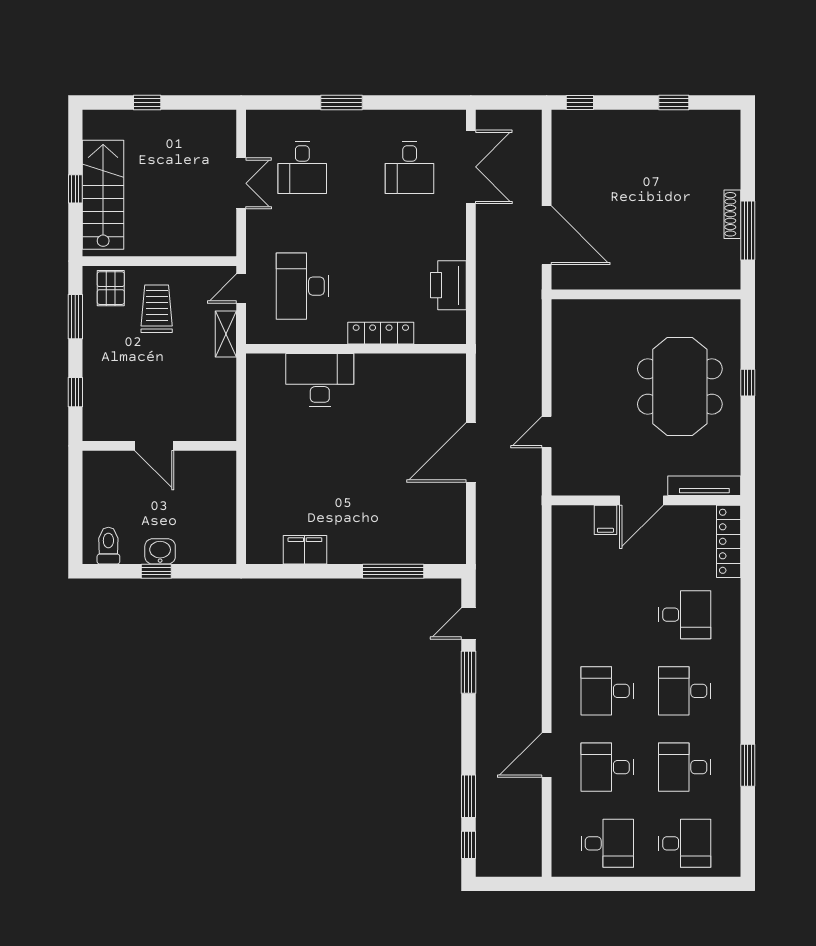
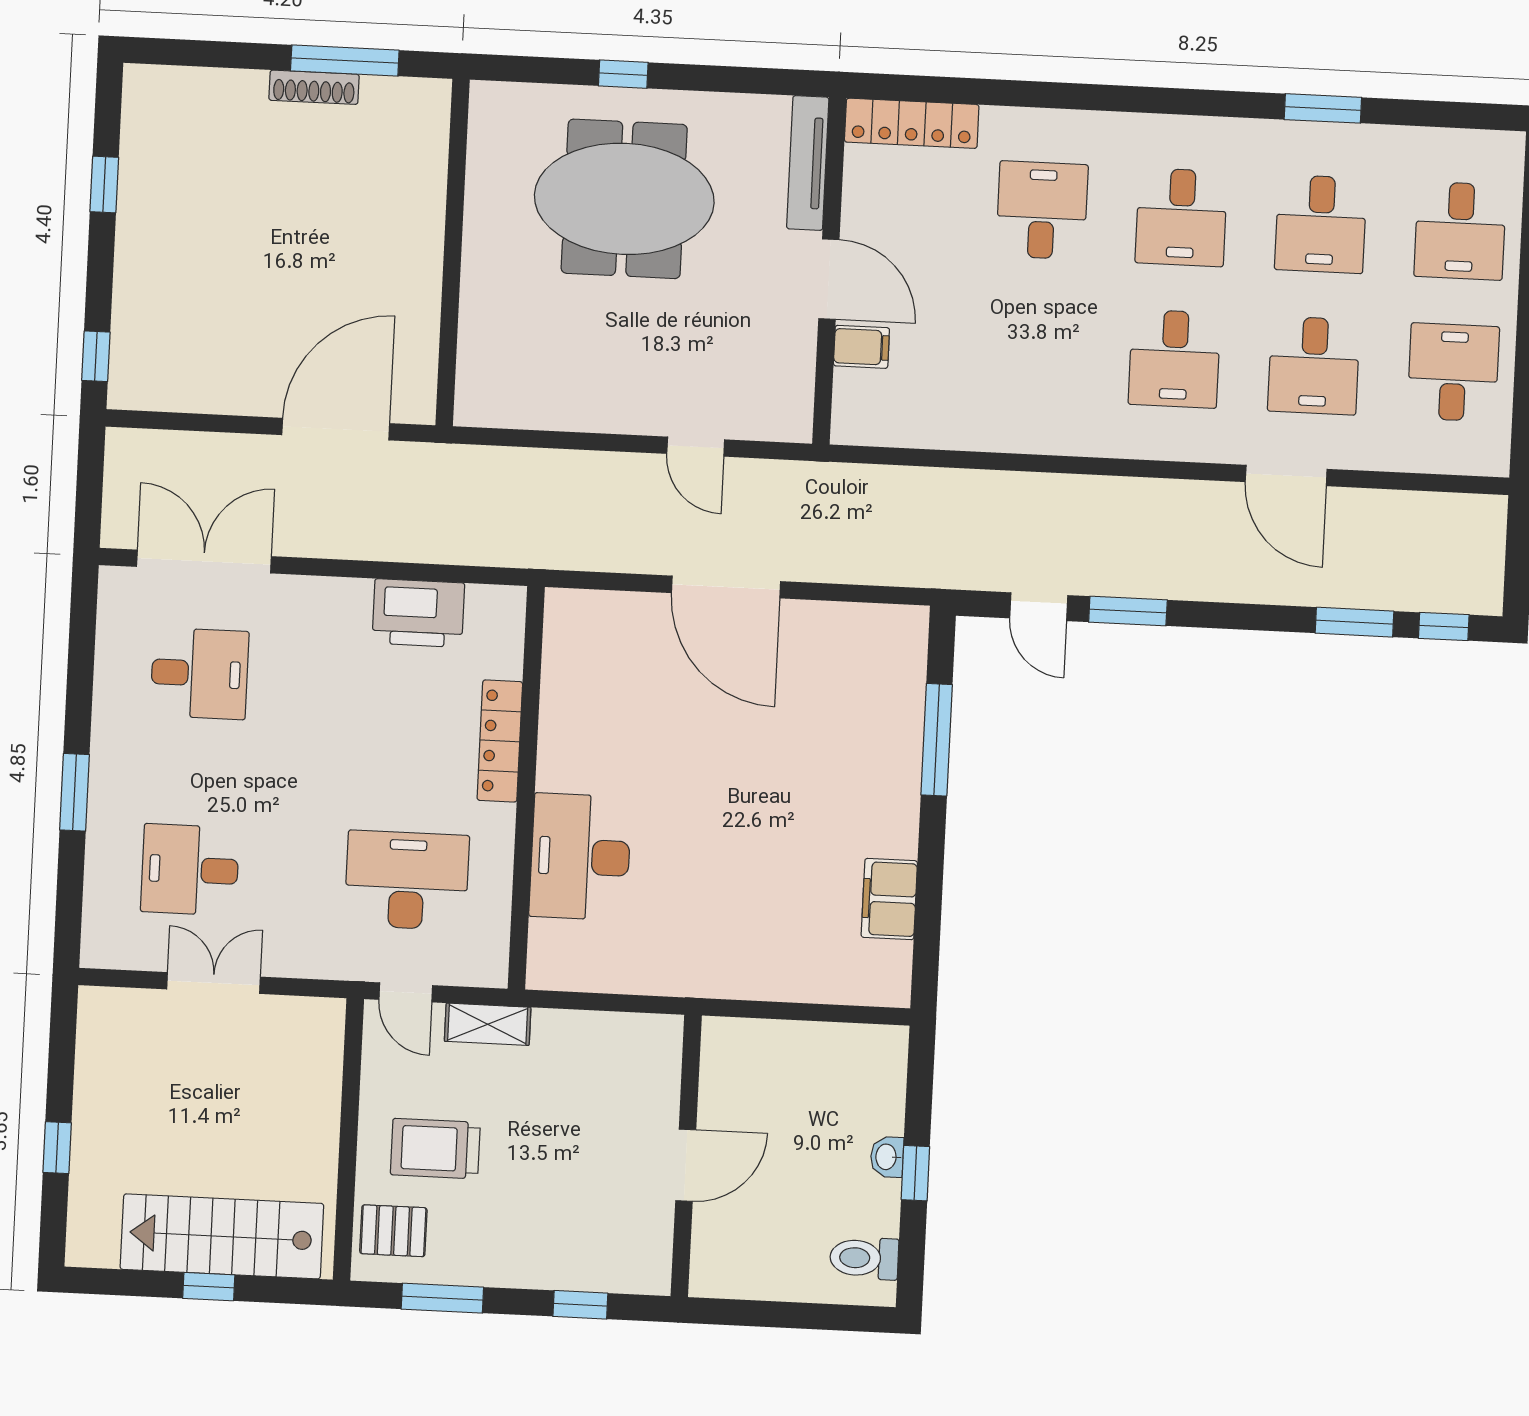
desk: (302, 168) -> (190, 870), turned 180
desk: (302, 286) -> (407, 880), turned 180
washbasin: (160, 551) -> (887, 1157), width x0.72, depth x0.69
desk: (685, 843) -> (1460, 231), turned 180

